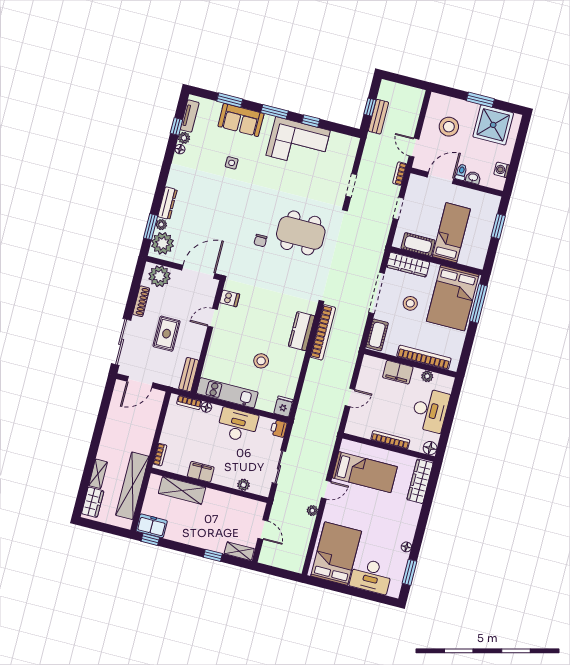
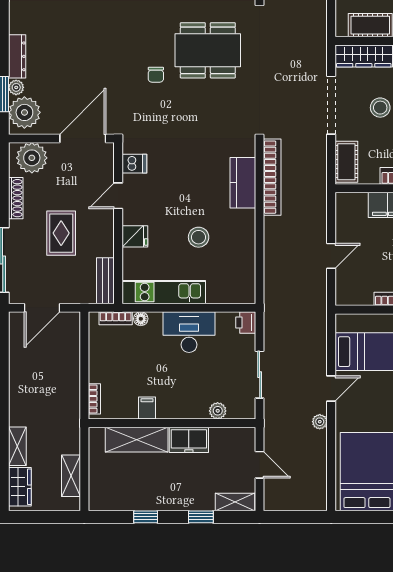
fridge: (283, 406) -> (135, 236), moved, turned 90
filing cabinet: (201, 472) -> (147, 408), width x0.50
shelving: (132, 486) -> (71, 476), width x0.45, depth x0.75
freezer: (152, 526) -> (189, 440), moved, turned 180
window: (150, 539) -> (146, 517), moved

